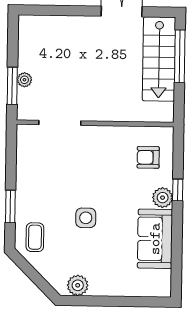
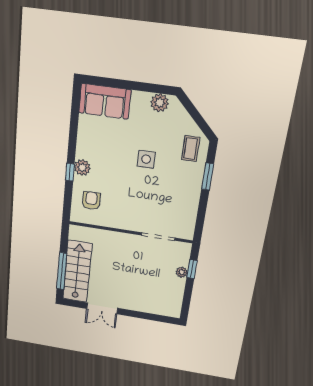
window: (12, 86) -> (192, 269), width x0.67
armchair: (148, 157) -> (91, 201), turned -91
sofa: (155, 239) -> (105, 101), moved, turned 90

